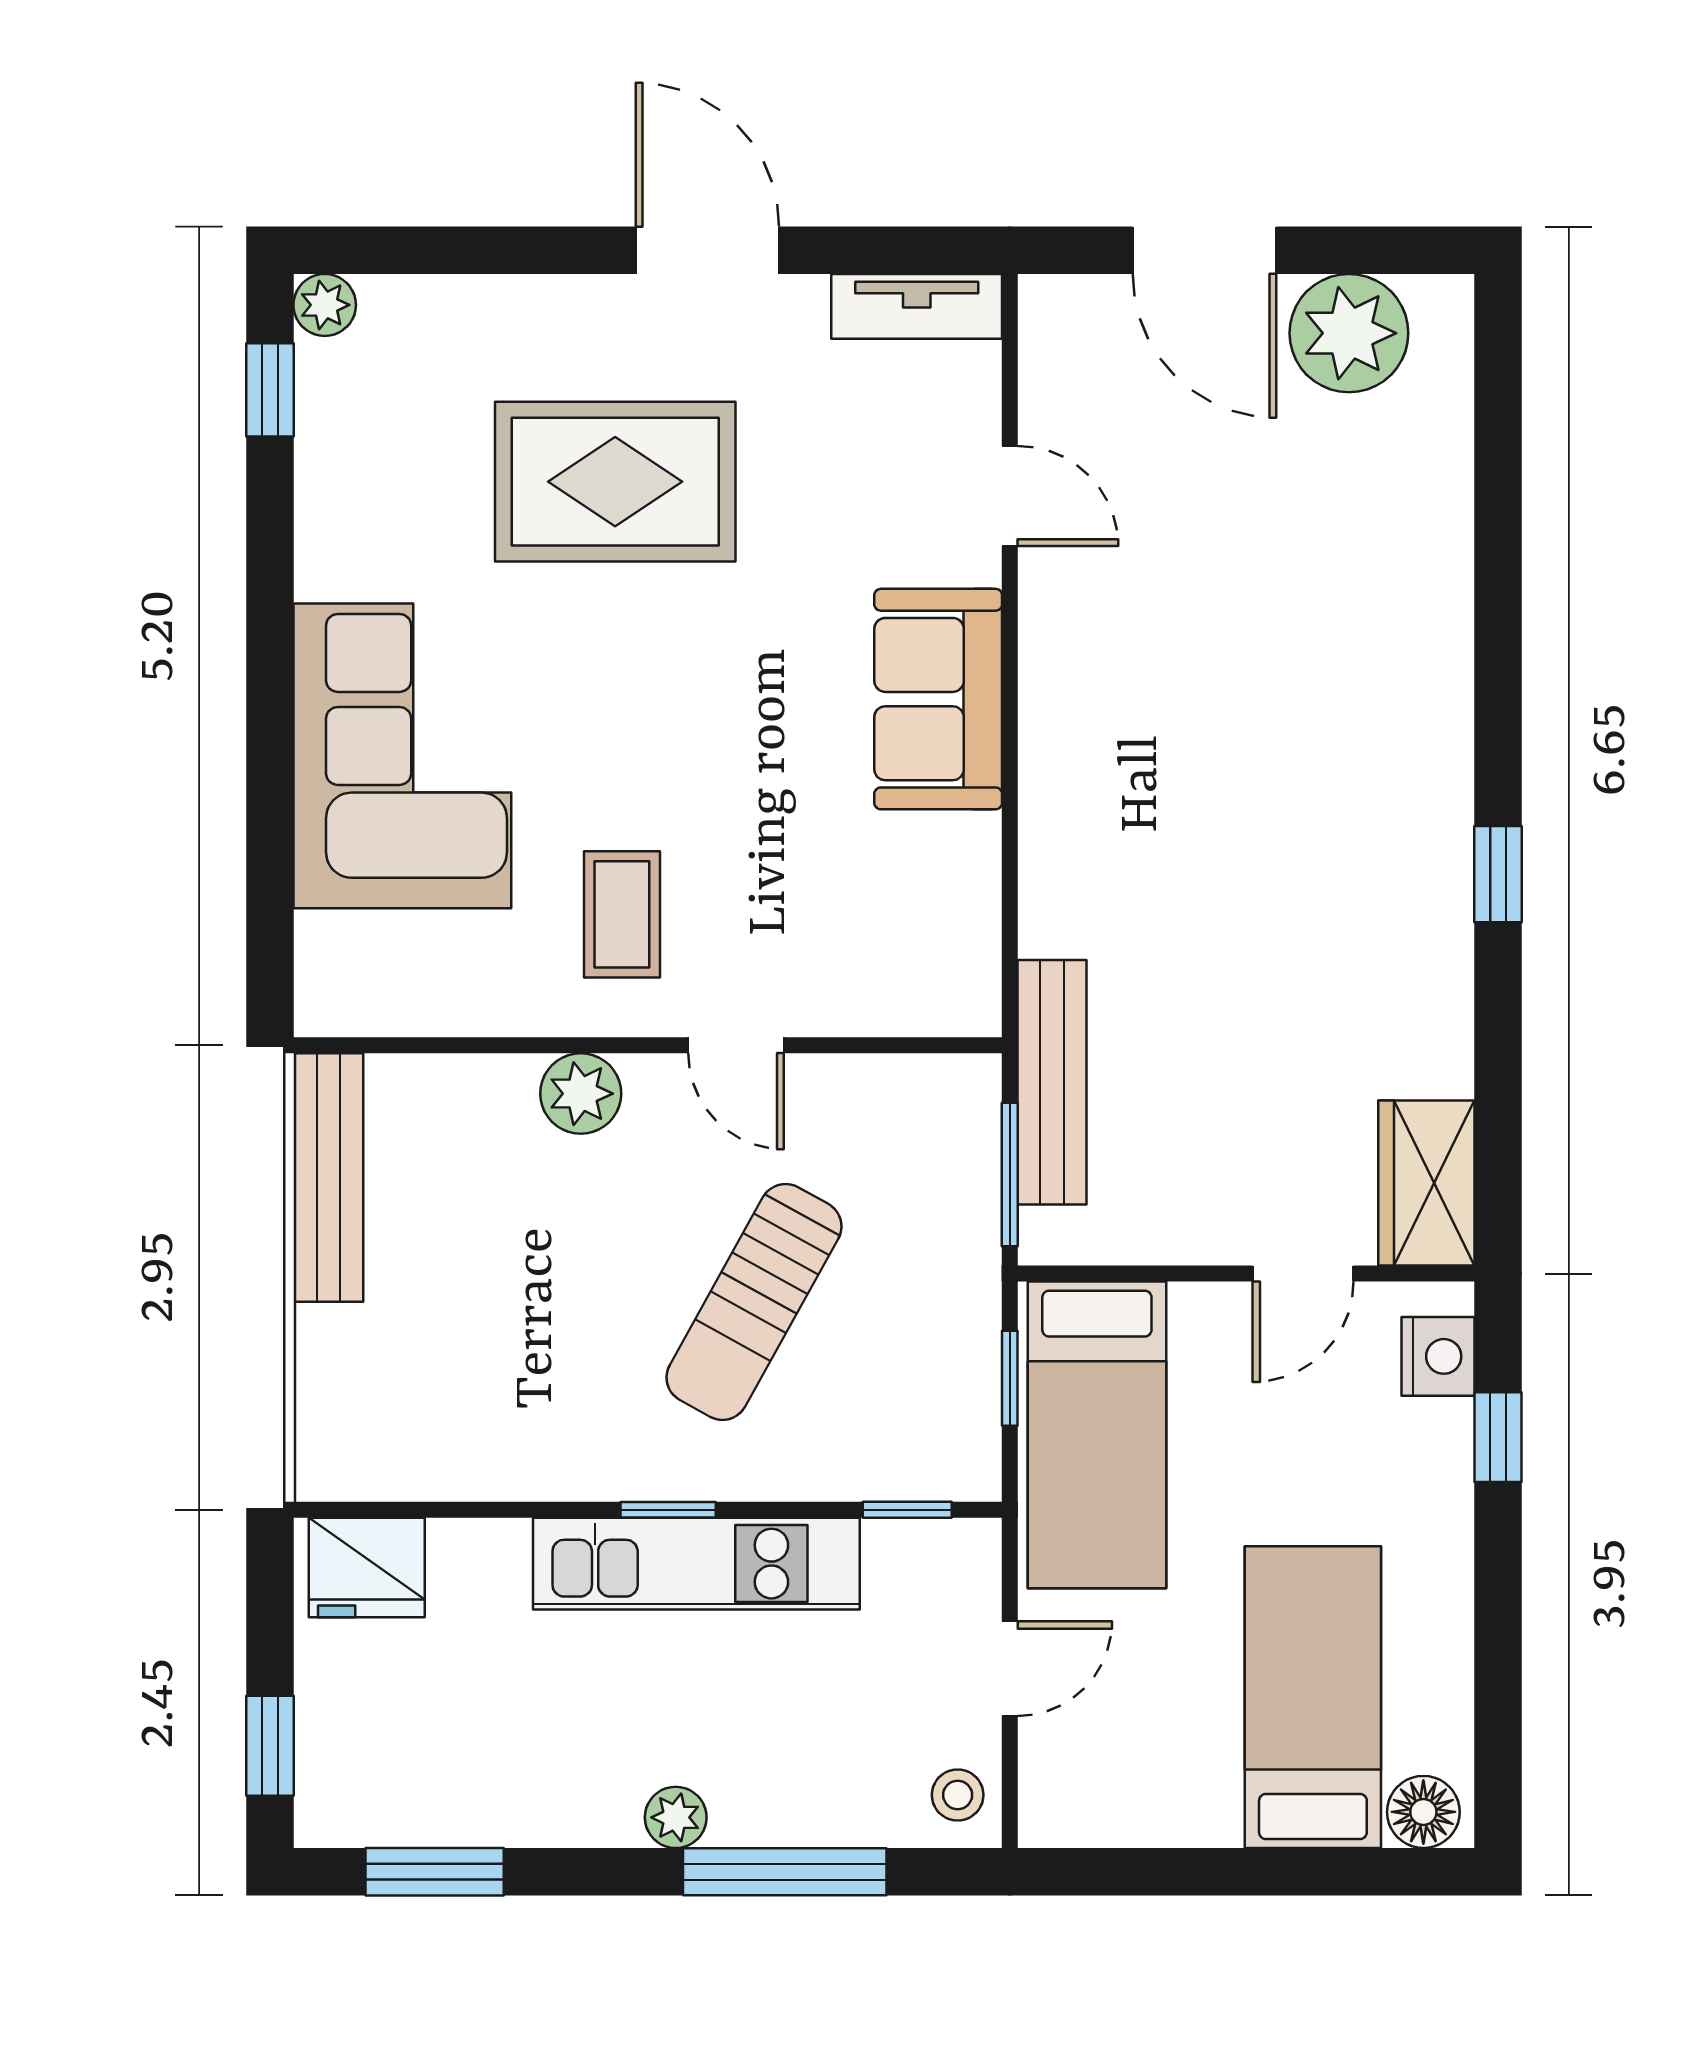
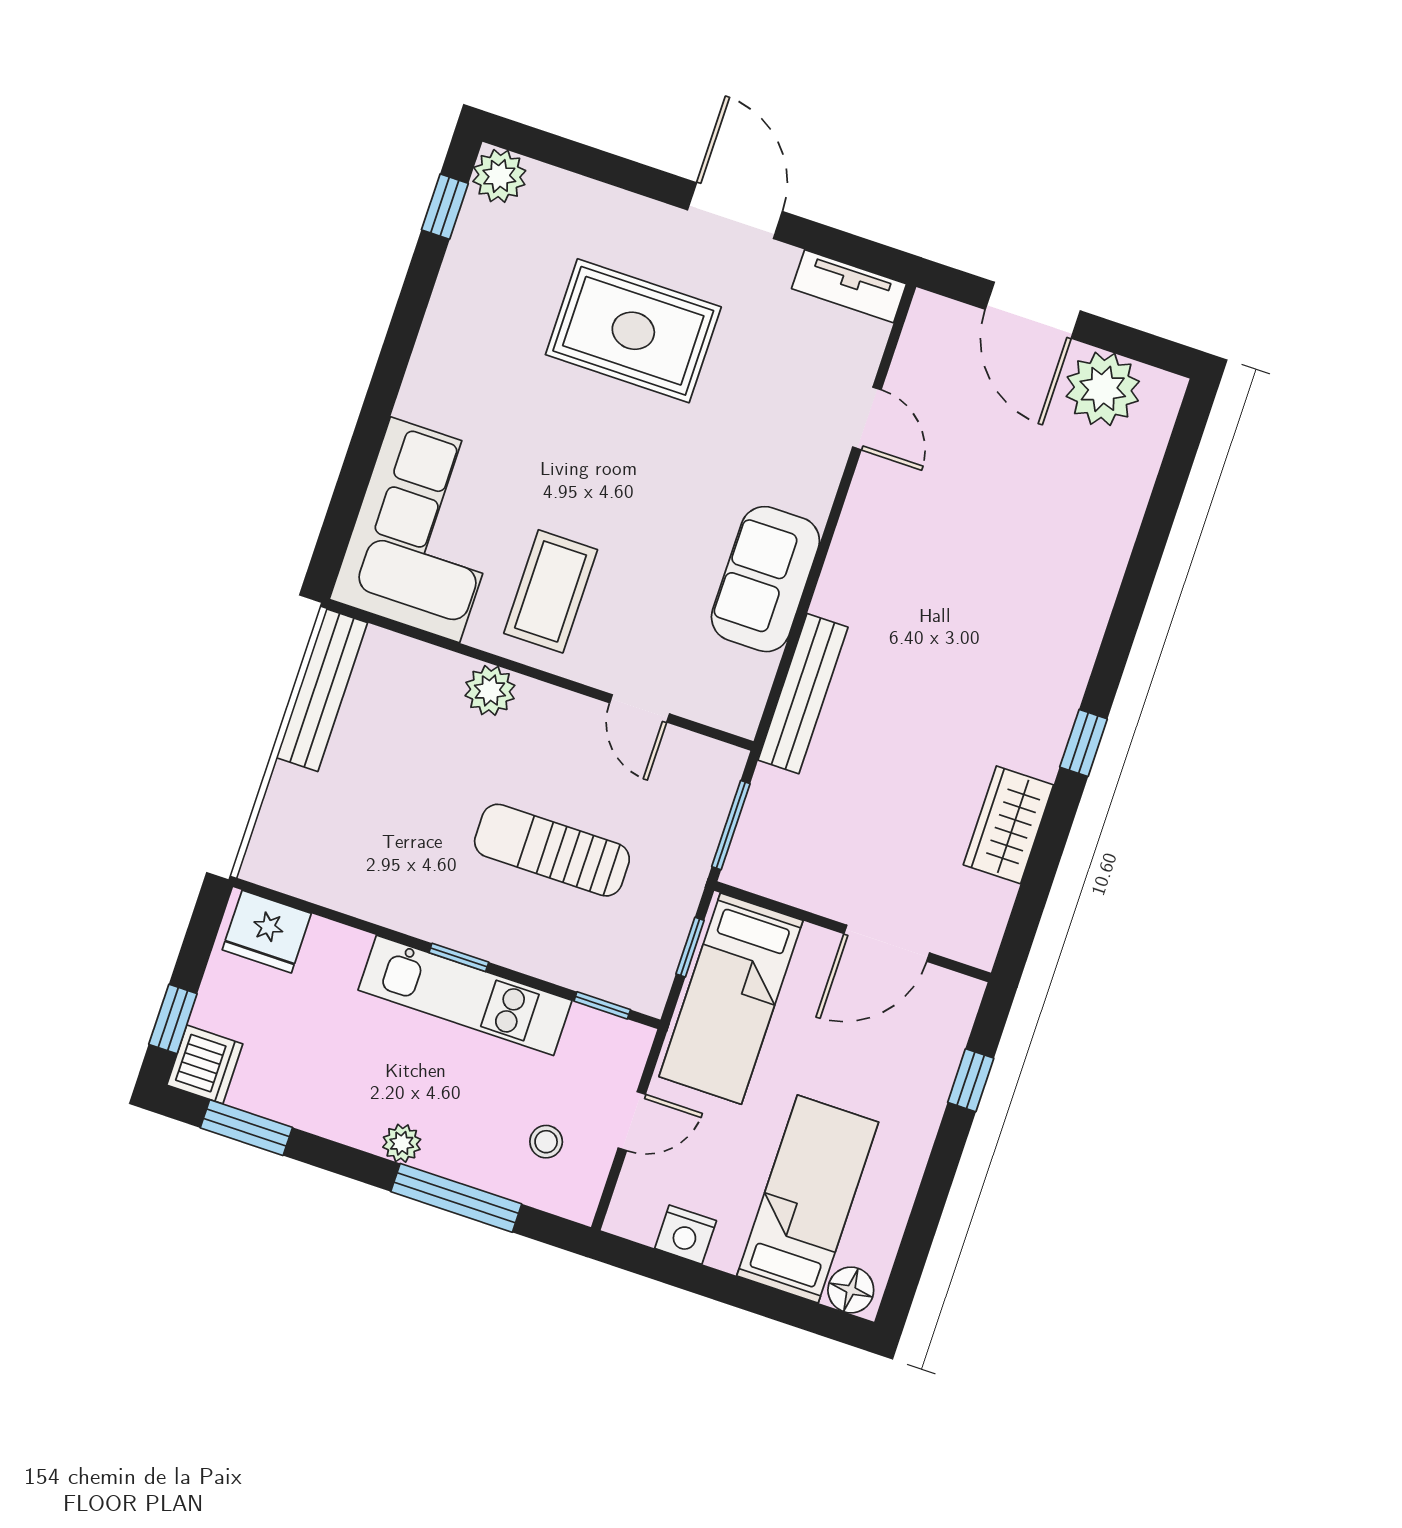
plant: (325, 305) -> (499, 176), width x1.38, depth x1.38
sofa: (938, 699) -> (765, 579), moved
corner sofa: (402, 756) -> (425, 530), moved
coffee table: (622, 914) -> (551, 591), width x1.36, depth x1.30
door: (736, 1045) -> (640, 708), moved
bench: (1052, 1082) -> (803, 694), moved
wardrobe: (1426, 1183) -> (1008, 825), moved
door: (1303, 1274) -> (887, 943), width x1.38
sun lounger: (754, 1302) -> (552, 850), turned 61
nightstand: (1438, 1356) -> (686, 1235), moved, turned 90
stool: (958, 1795) -> (546, 1142), moved
dishwasher: (340, 1798) -> (205, 1064), added

